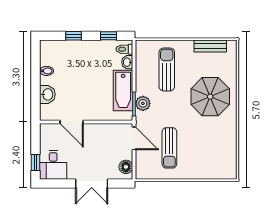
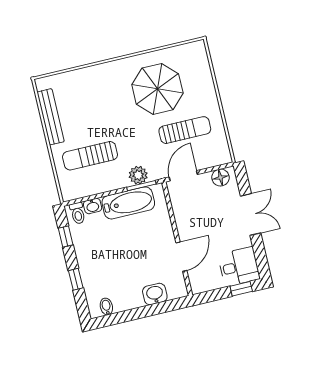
bench: (210, 46) -> (51, 117), width x1.36
bidet: (47, 71) -> (106, 307), moved
parasol: (210, 97) -> (157, 89), moved

